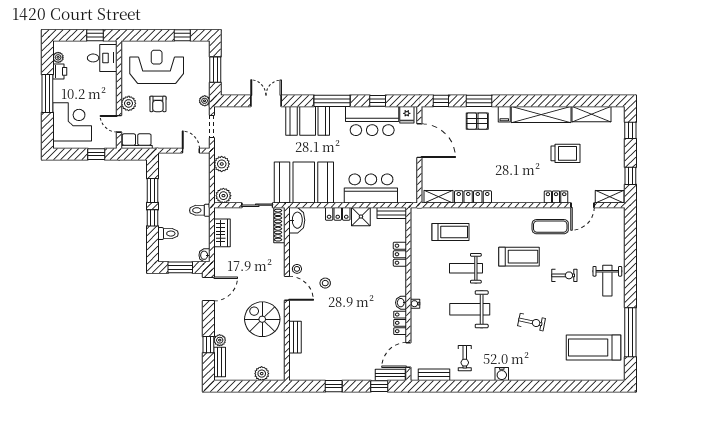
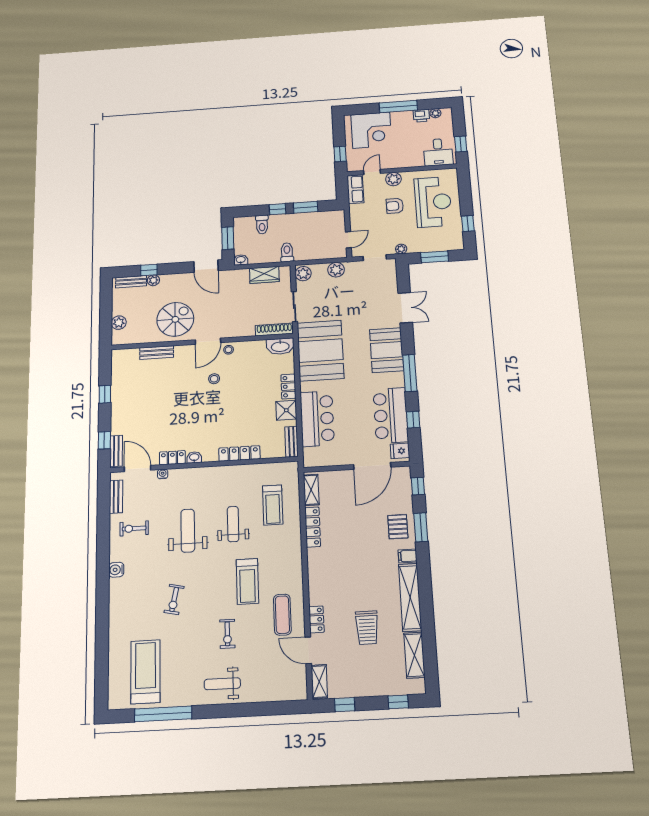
locker: (400, 254) -> (239, 453), width x1.53
water cooler: (415, 304) -> (163, 474), moved

